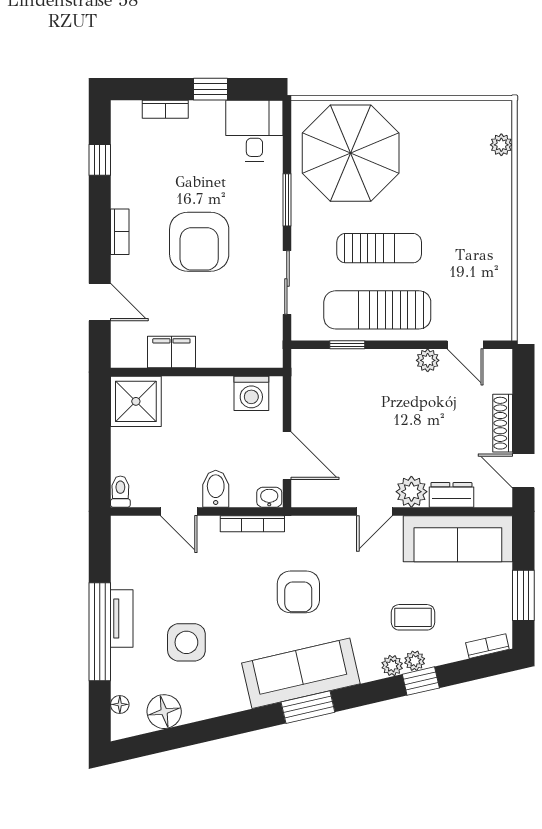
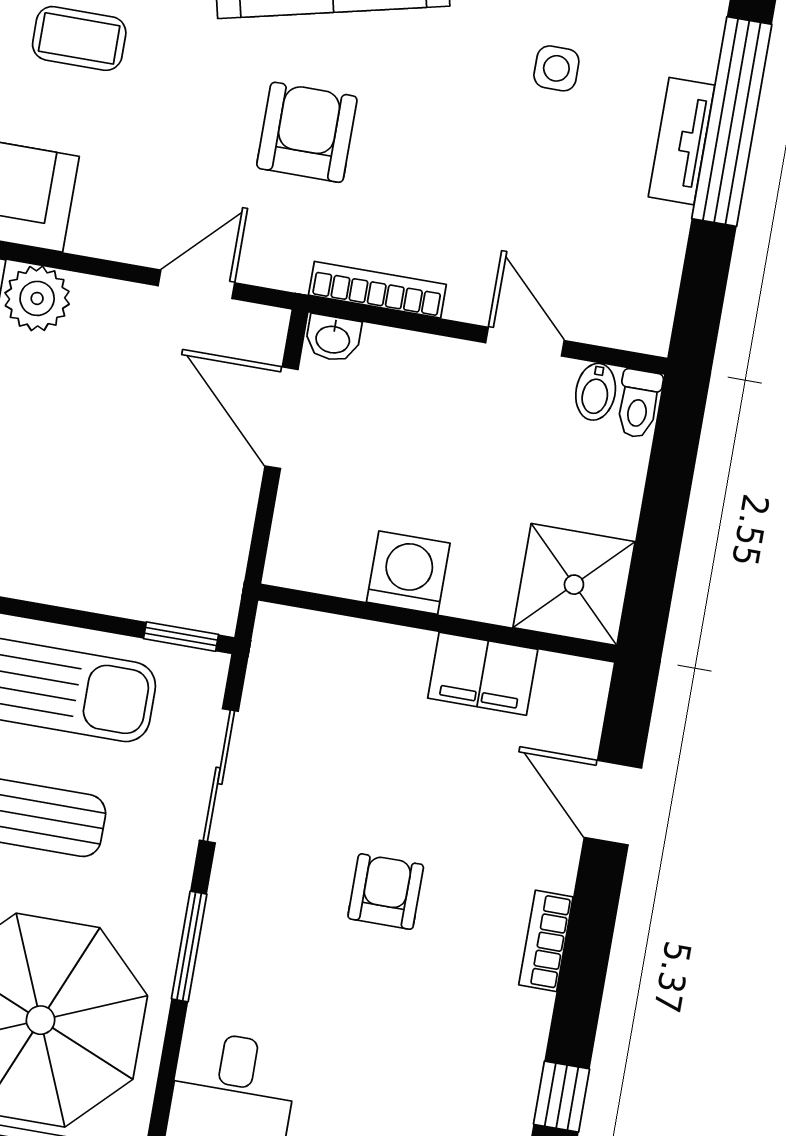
armchair: (199, 242) -> (386, 892), width x0.53, depth x0.53
window: (347, 345) -> (181, 637), moved
washing machine: (251, 393) -> (408, 573), moved
bidet: (216, 489) -> (596, 392), moved, width x0.72, depth x0.74
door: (375, 511) -> (196, 284), moved
side table: (186, 642) -> (556, 68), width x0.54, depth x0.54

